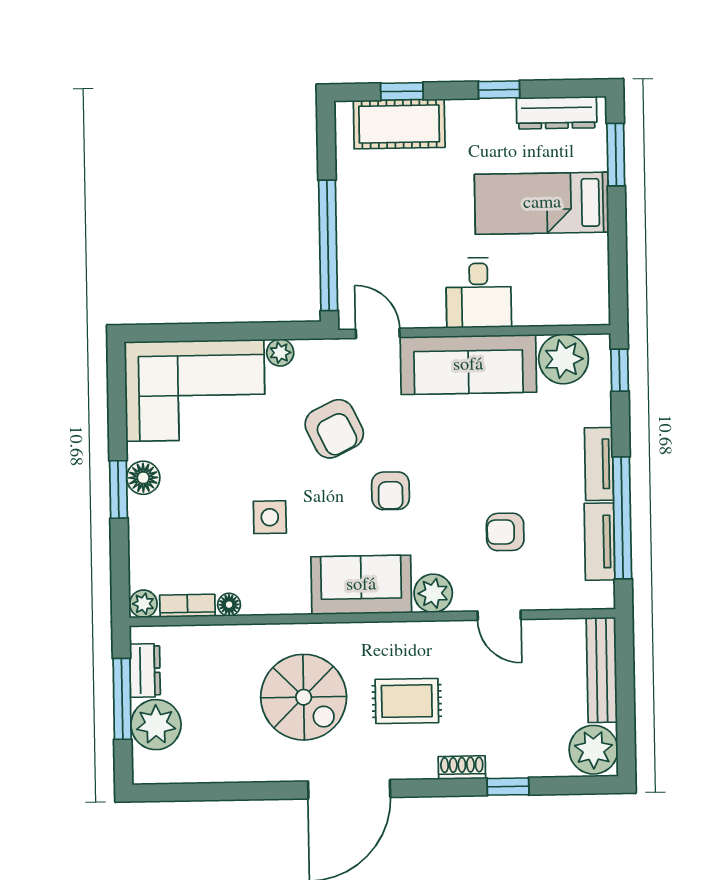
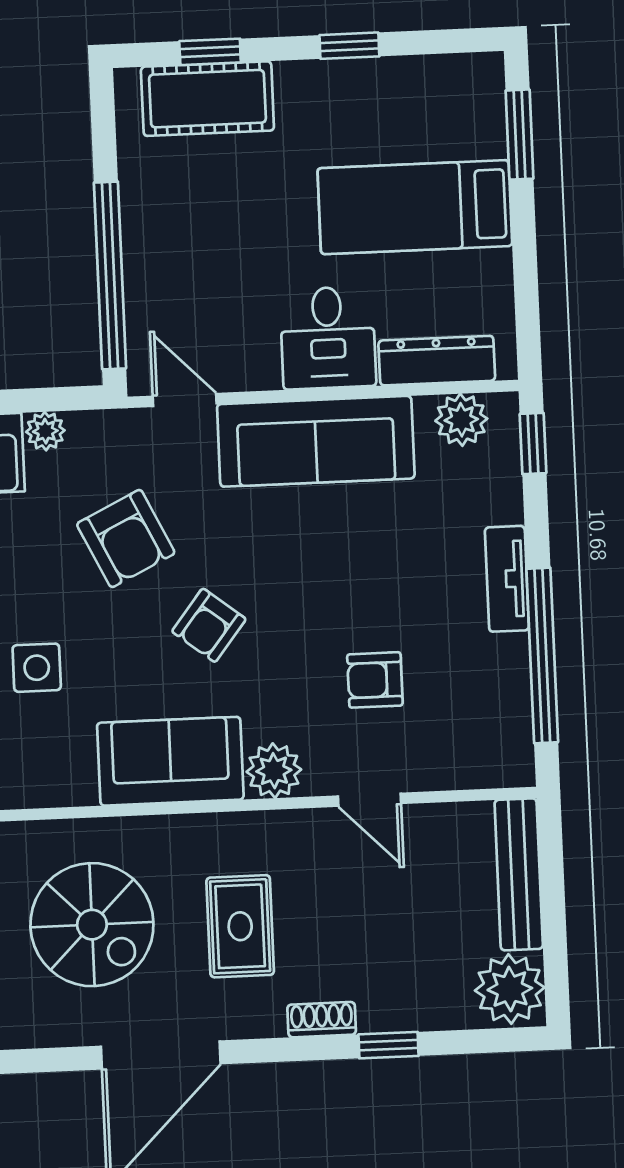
dresser: (557, 113) -> (437, 361), moved, turned 180
plant: (564, 359) -> (461, 420), width x0.73, depth x0.73
armchair: (391, 491) -> (209, 625), turned 38
tv unit: (600, 542) -> (511, 690), removed
rug: (407, 701) -> (240, 926), turned 90

